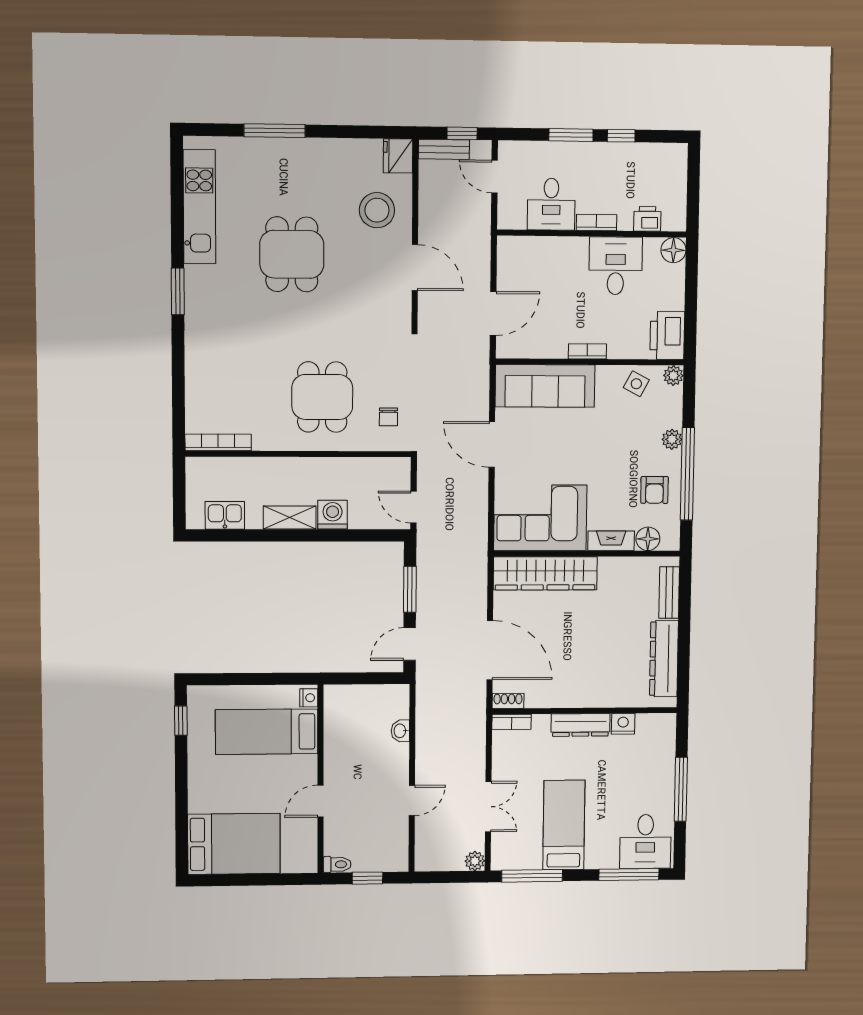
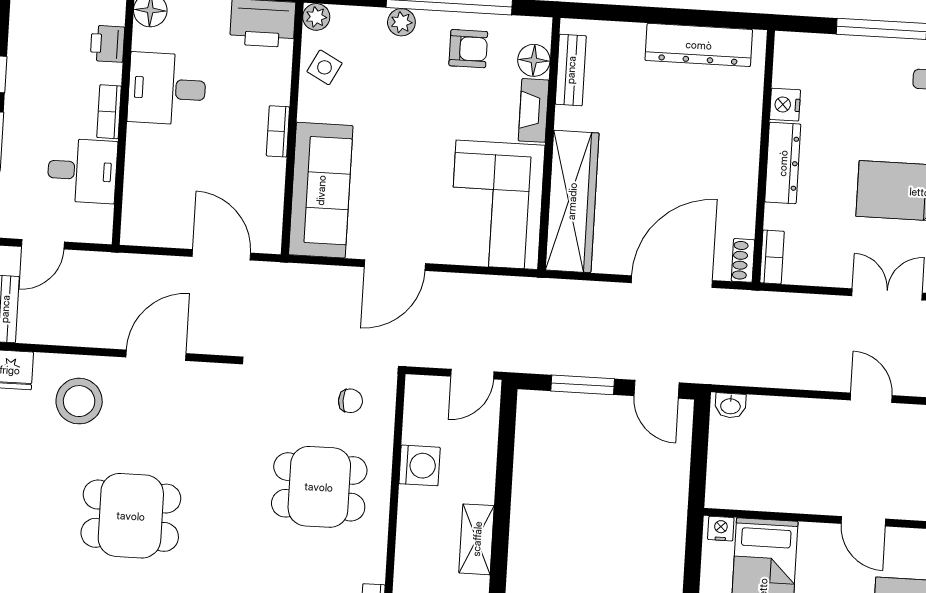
washing machine: (333, 515) -> (420, 465), moved, turned 180
bench: (669, 593) -> (571, 70), moved, turned 90
washbasin: (400, 731) -> (730, 406), moved

